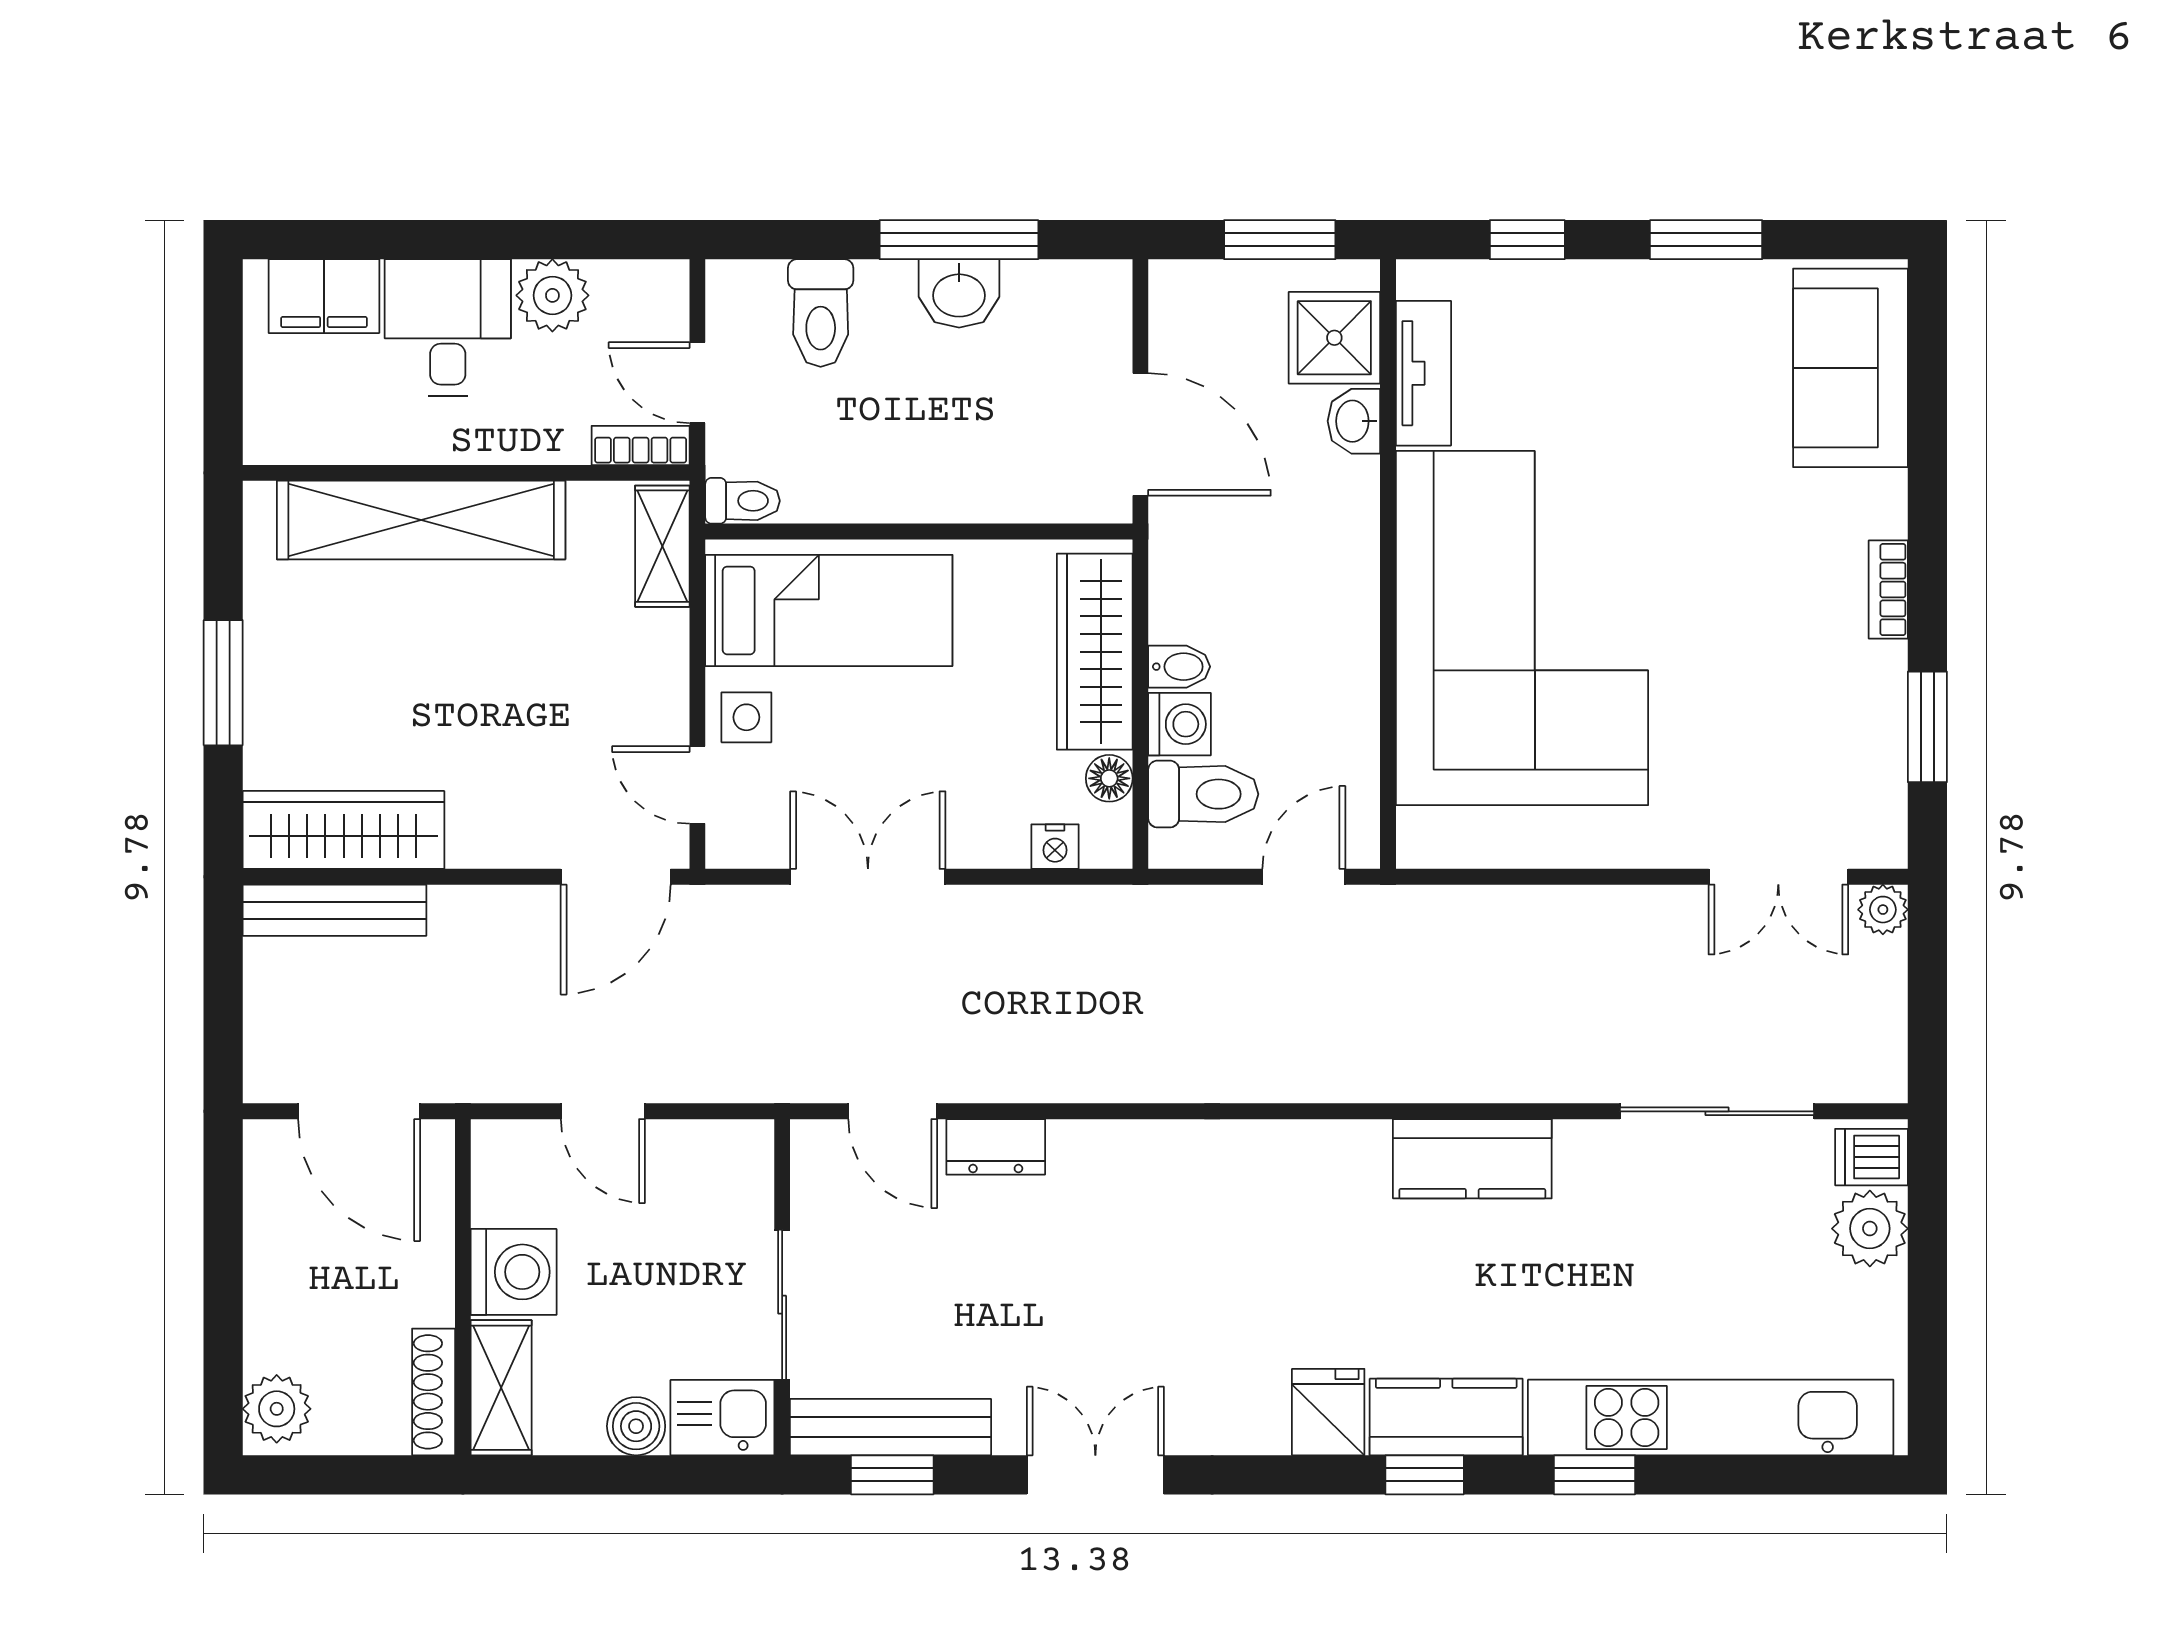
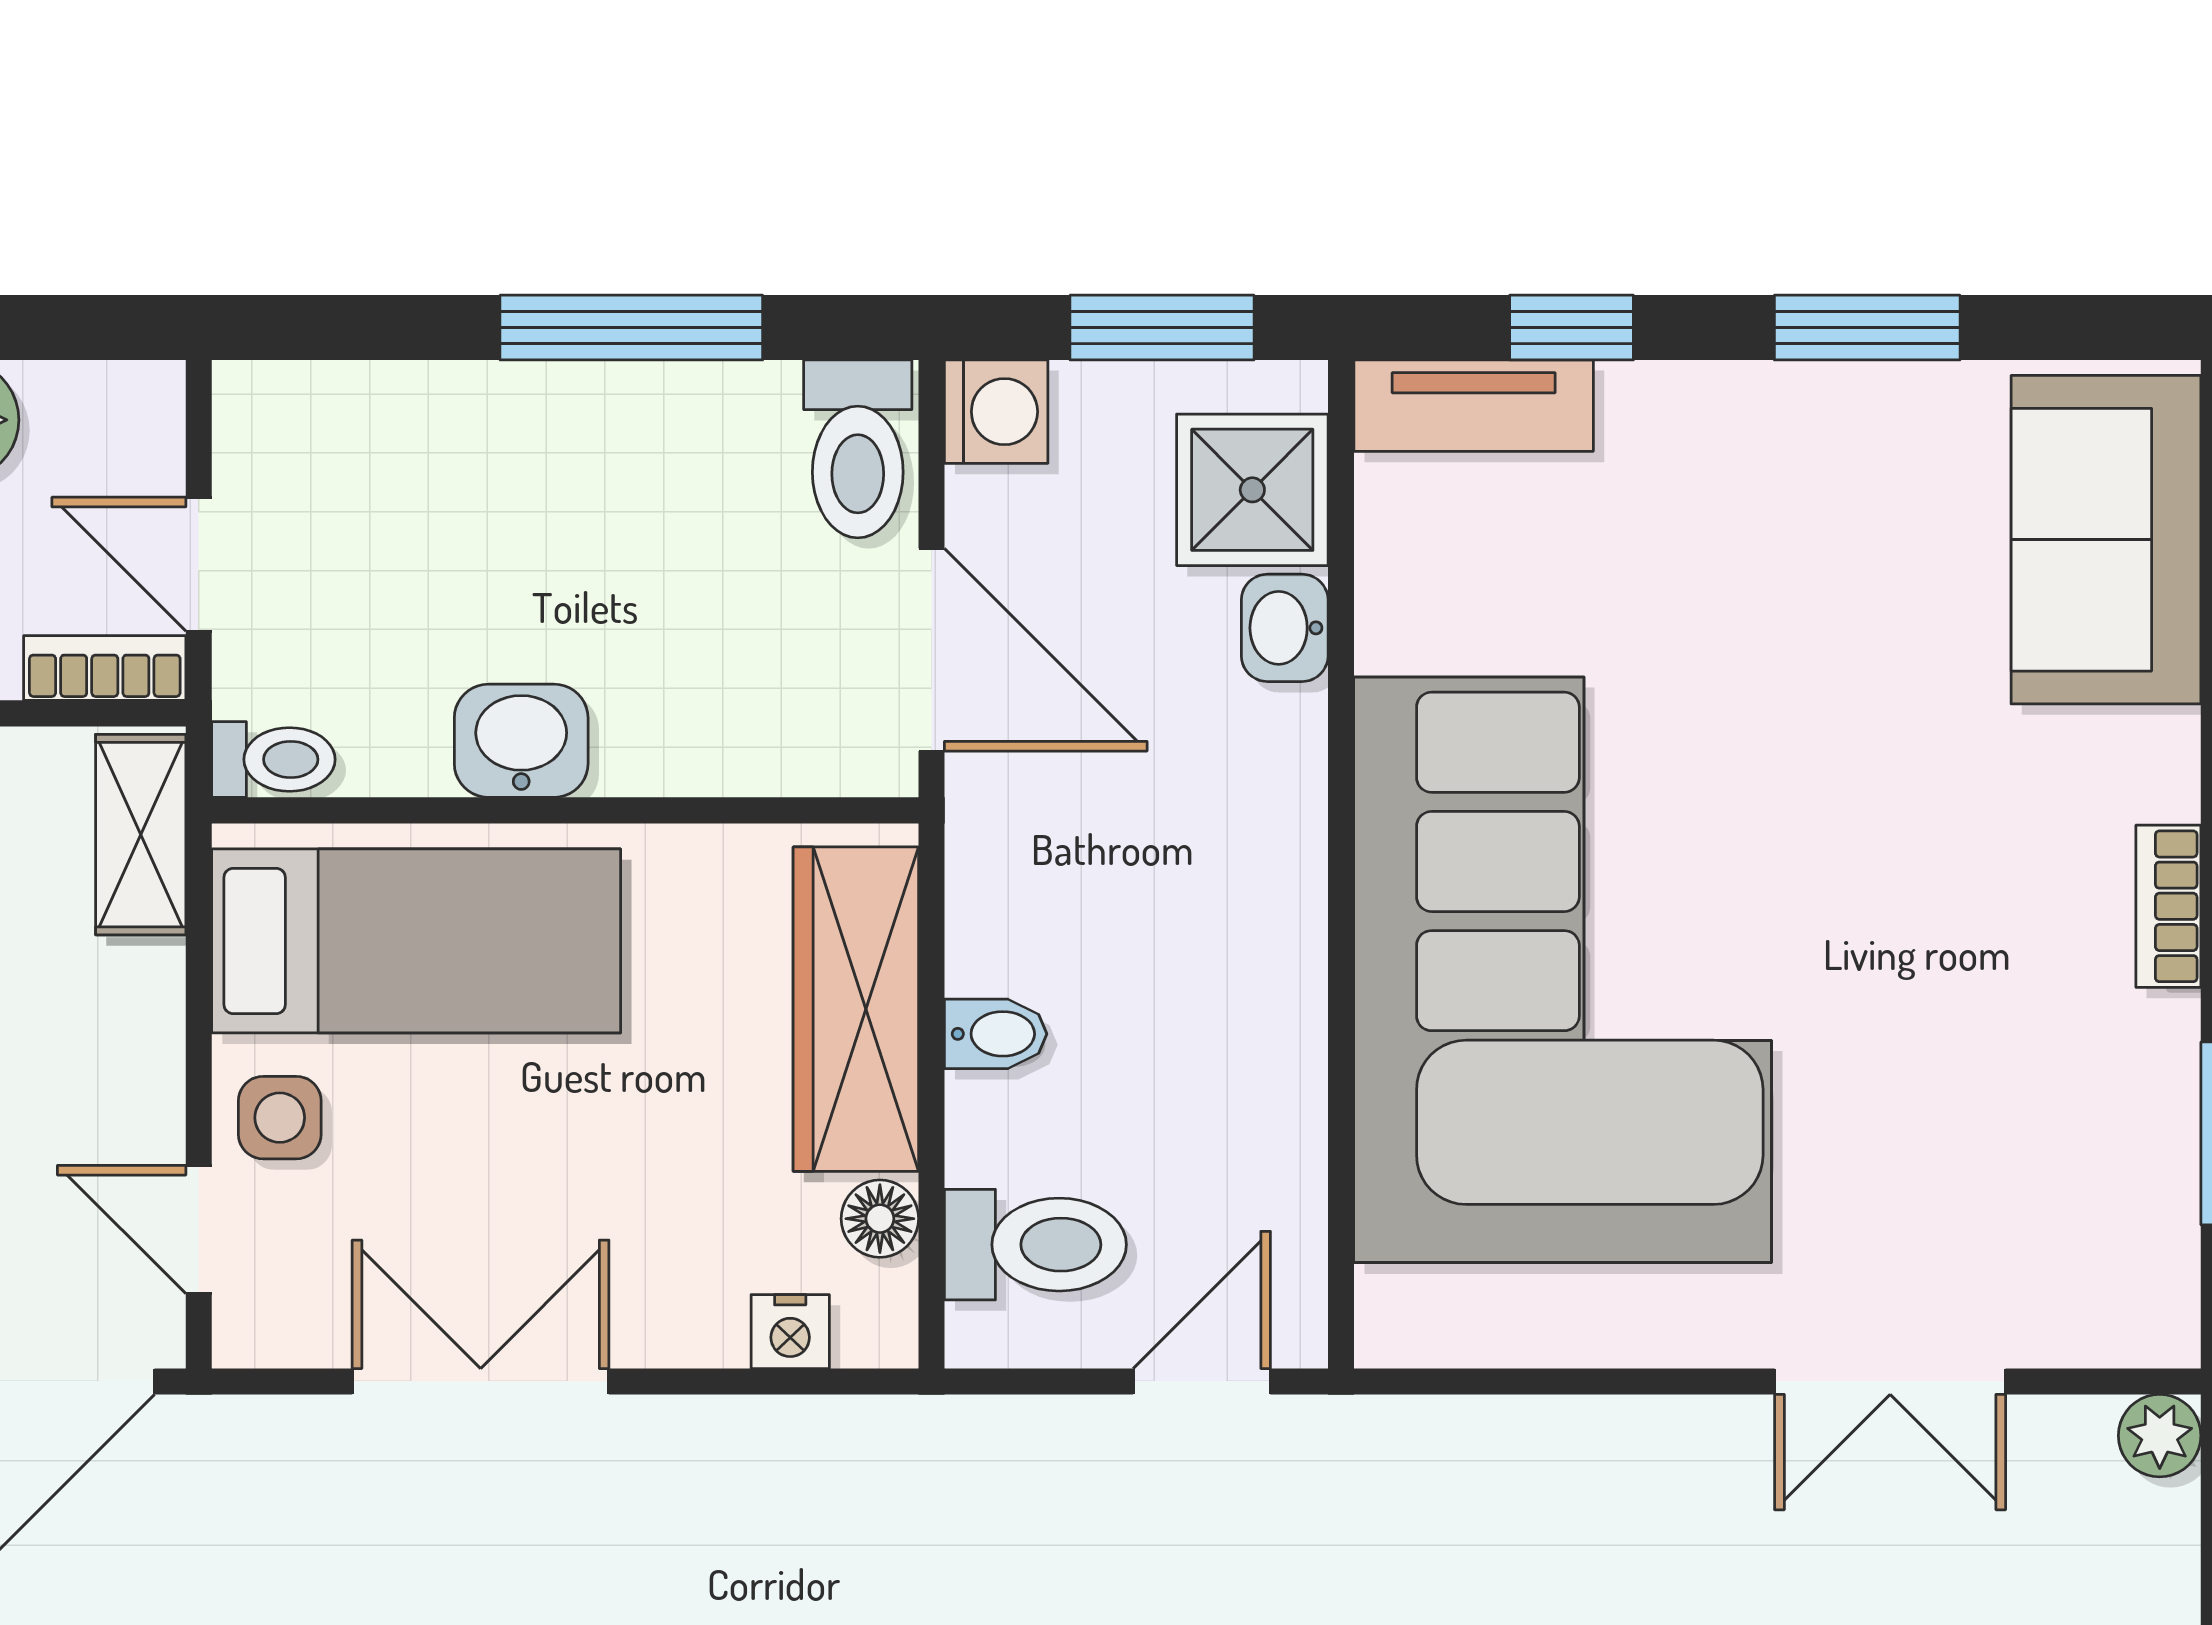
washbasin: (959, 293) -> (521, 741), moved, turned 180
toilet: (821, 313) -> (858, 449), moved
tv unit: (1423, 373) -> (1474, 406), moved, turned 90
washing machine: (1180, 724) -> (996, 412), moved
double door: (1778, 877) -> (1890, 1381), moved

